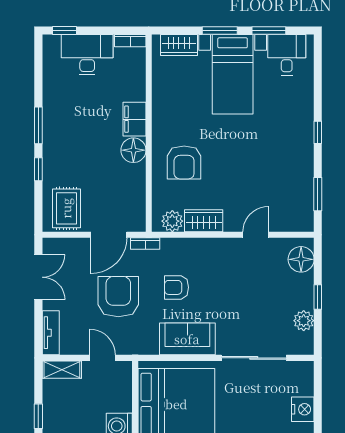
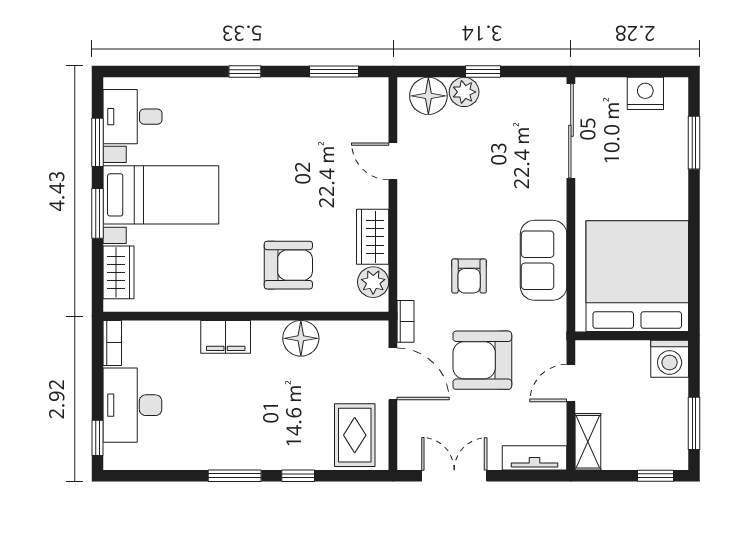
floor lamp: (133, 150) -> (301, 338), moved
rug: (66, 208) -> (355, 435), turned 90
plant: (304, 321) -> (464, 92), moved
sliding door: (254, 358) -> (571, 131), moved

